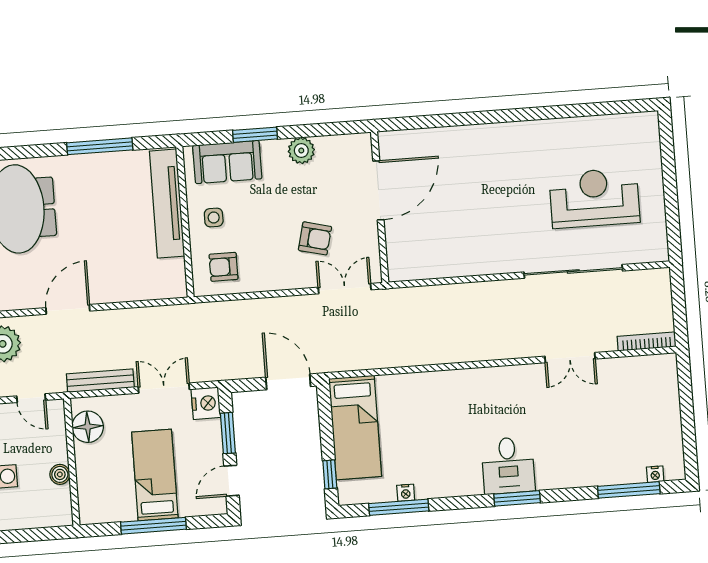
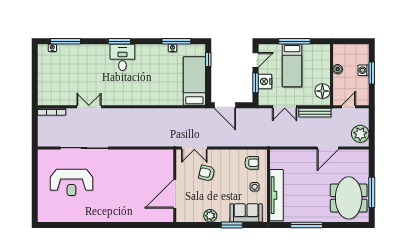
door: (31, 398) -> (349, 107), hinge flipped
nightstand: (206, 403) -> (265, 81), moved

